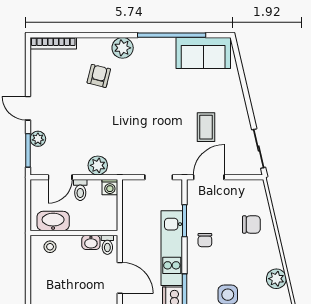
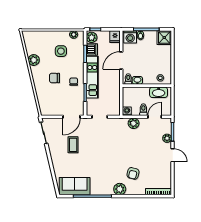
chair: (251, 224) -> (54, 78), moved
door: (120, 278) -> (121, 60), hinge flipped

